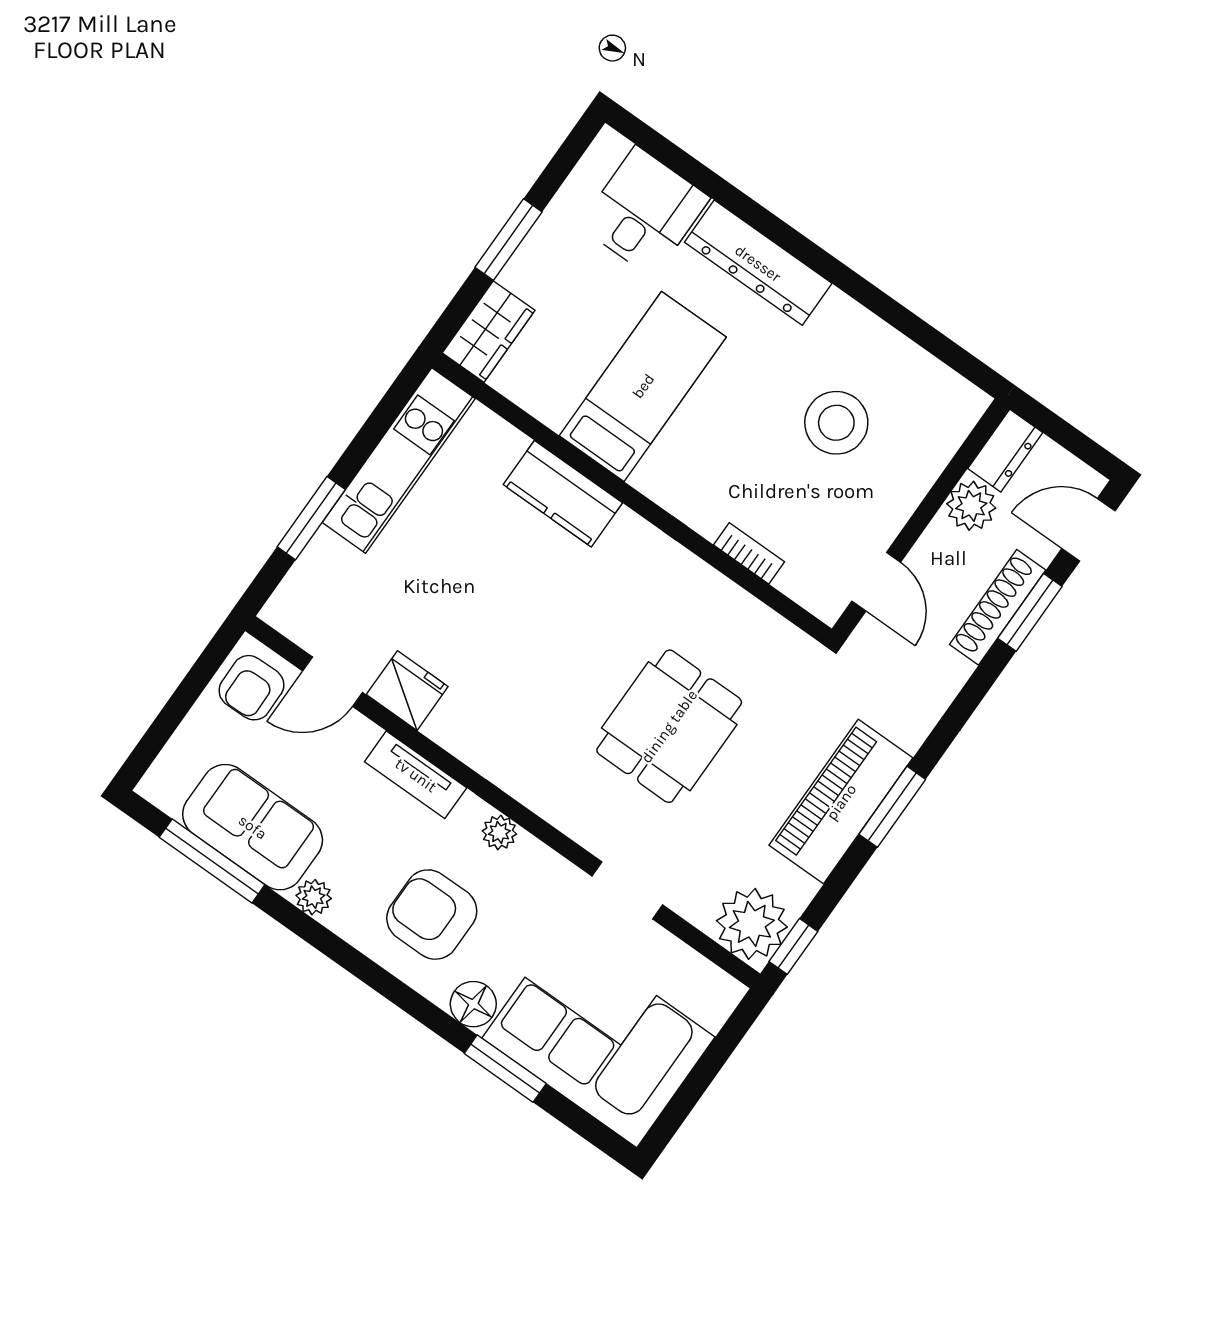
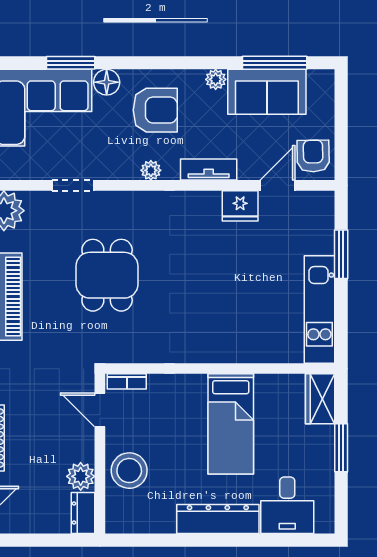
dresser: (1005, 451) -> (83, 513), moved
kitchen counter: (563, 494) -> (233, 348), removed
plant: (971, 506) -> (81, 476), moved
wall: (921, 519) -> (100, 454), moved
door: (876, 582) -> (100, 410), moved

